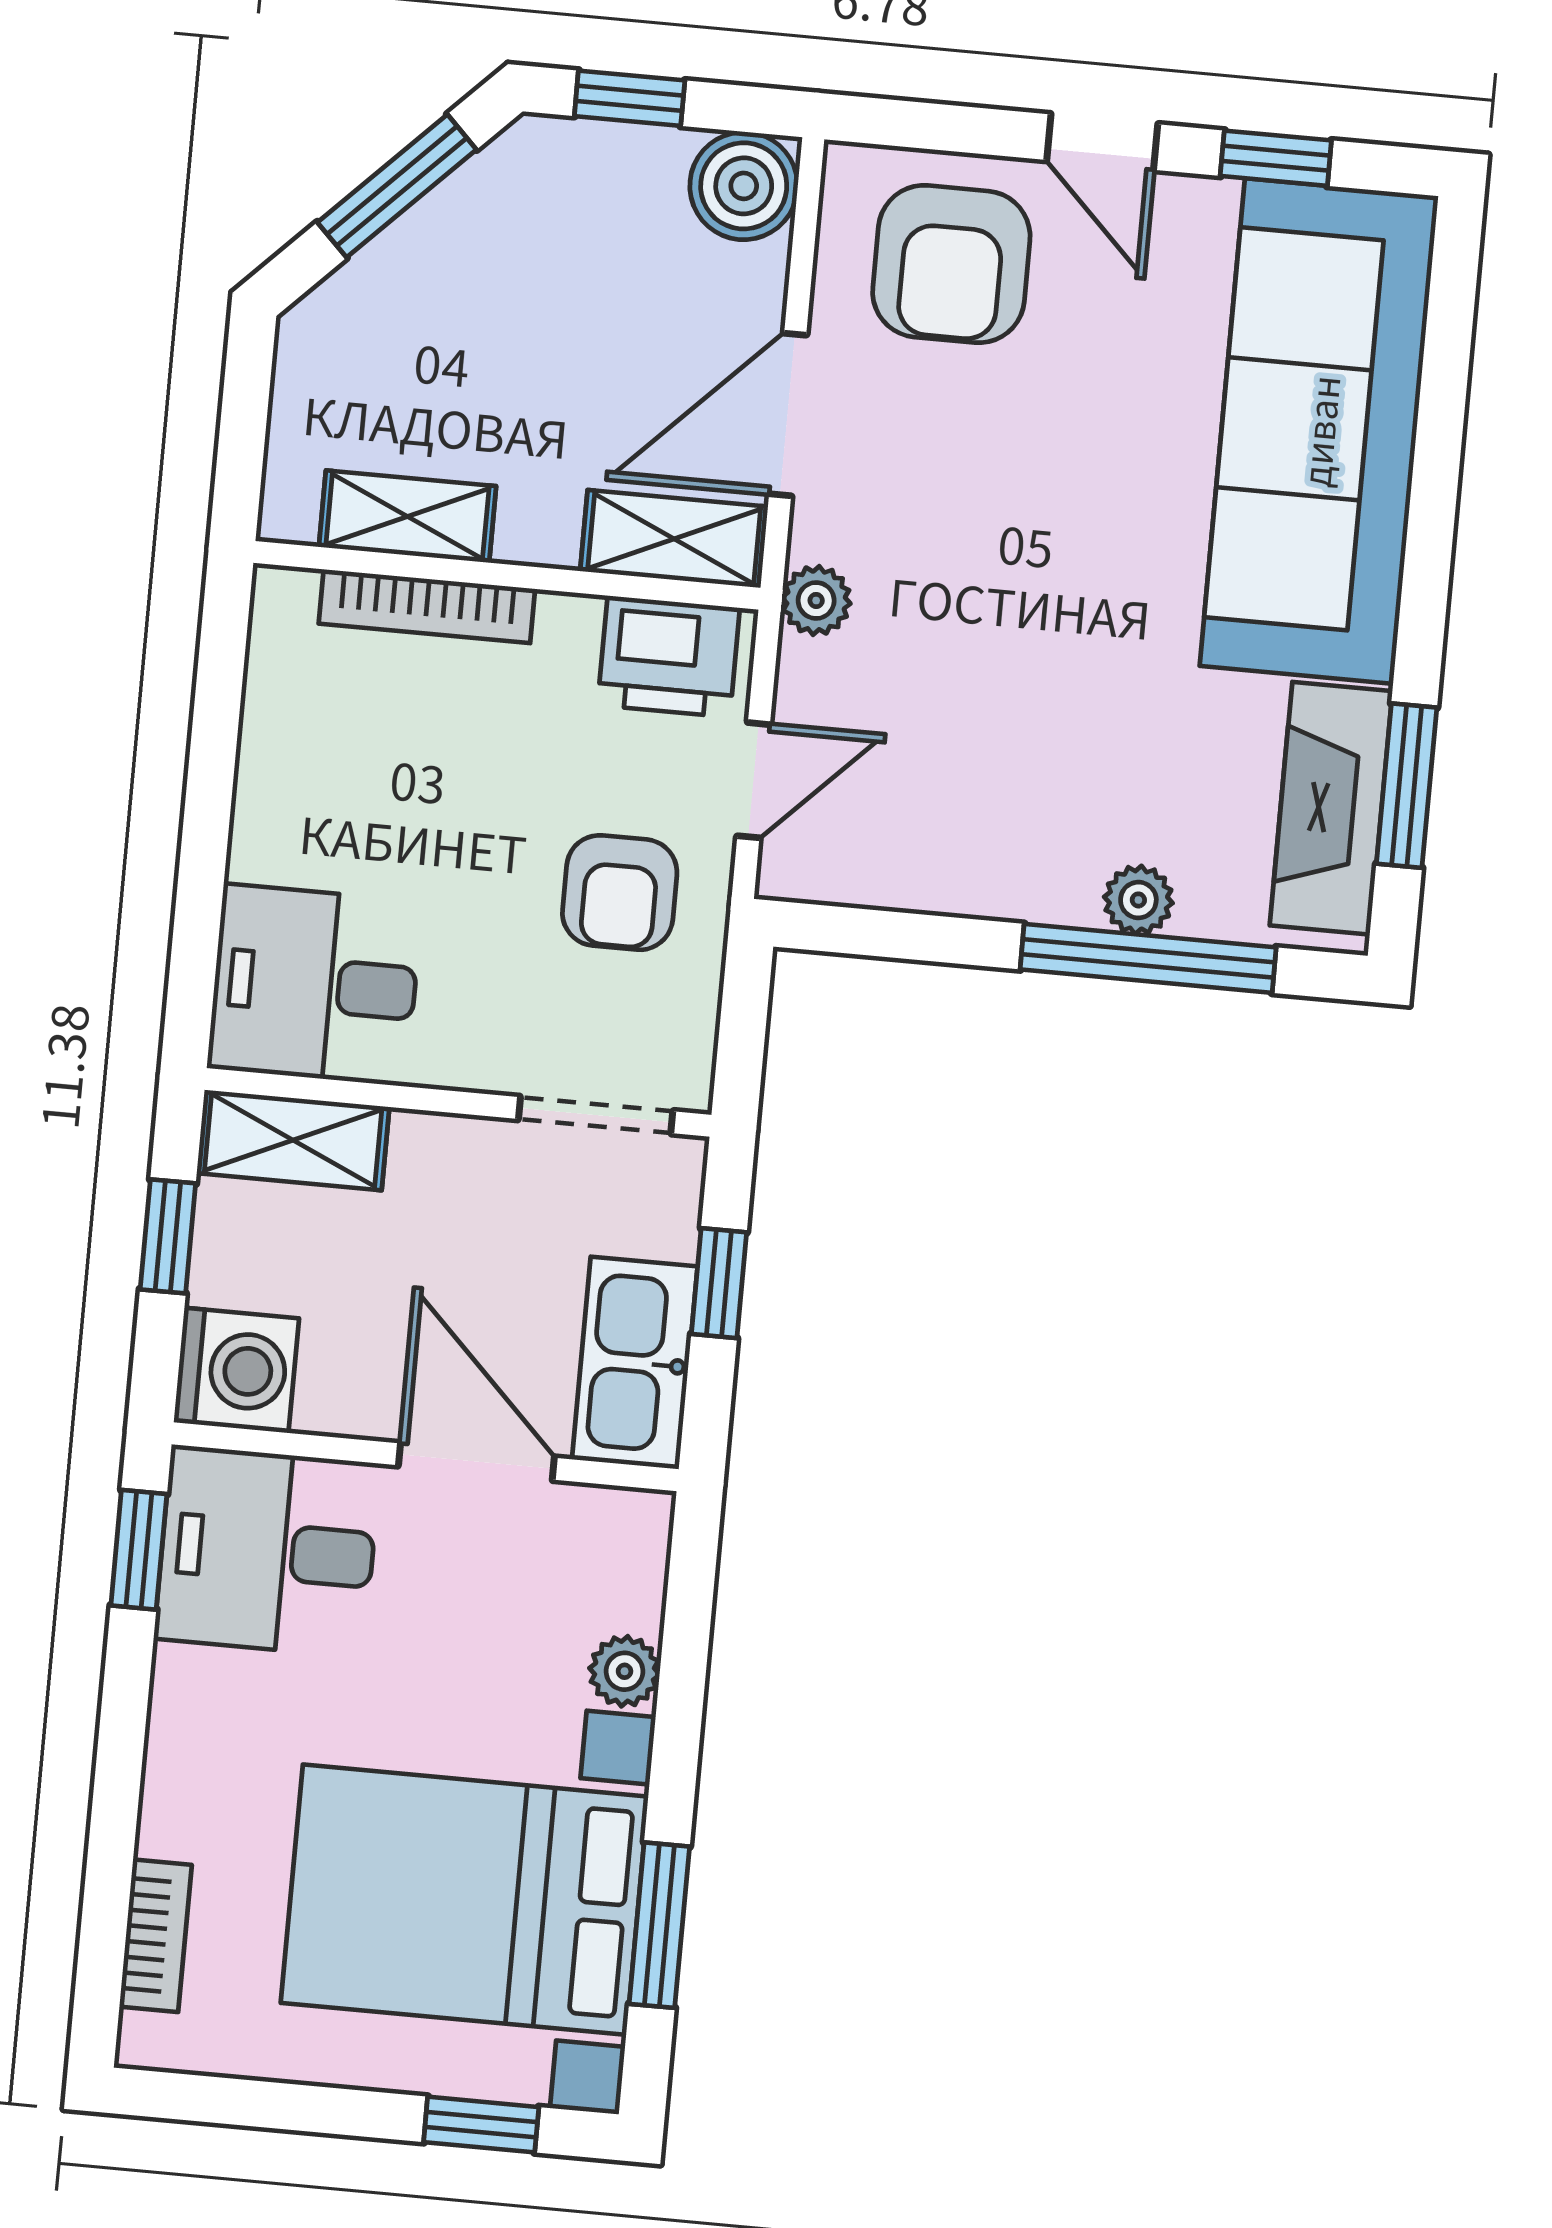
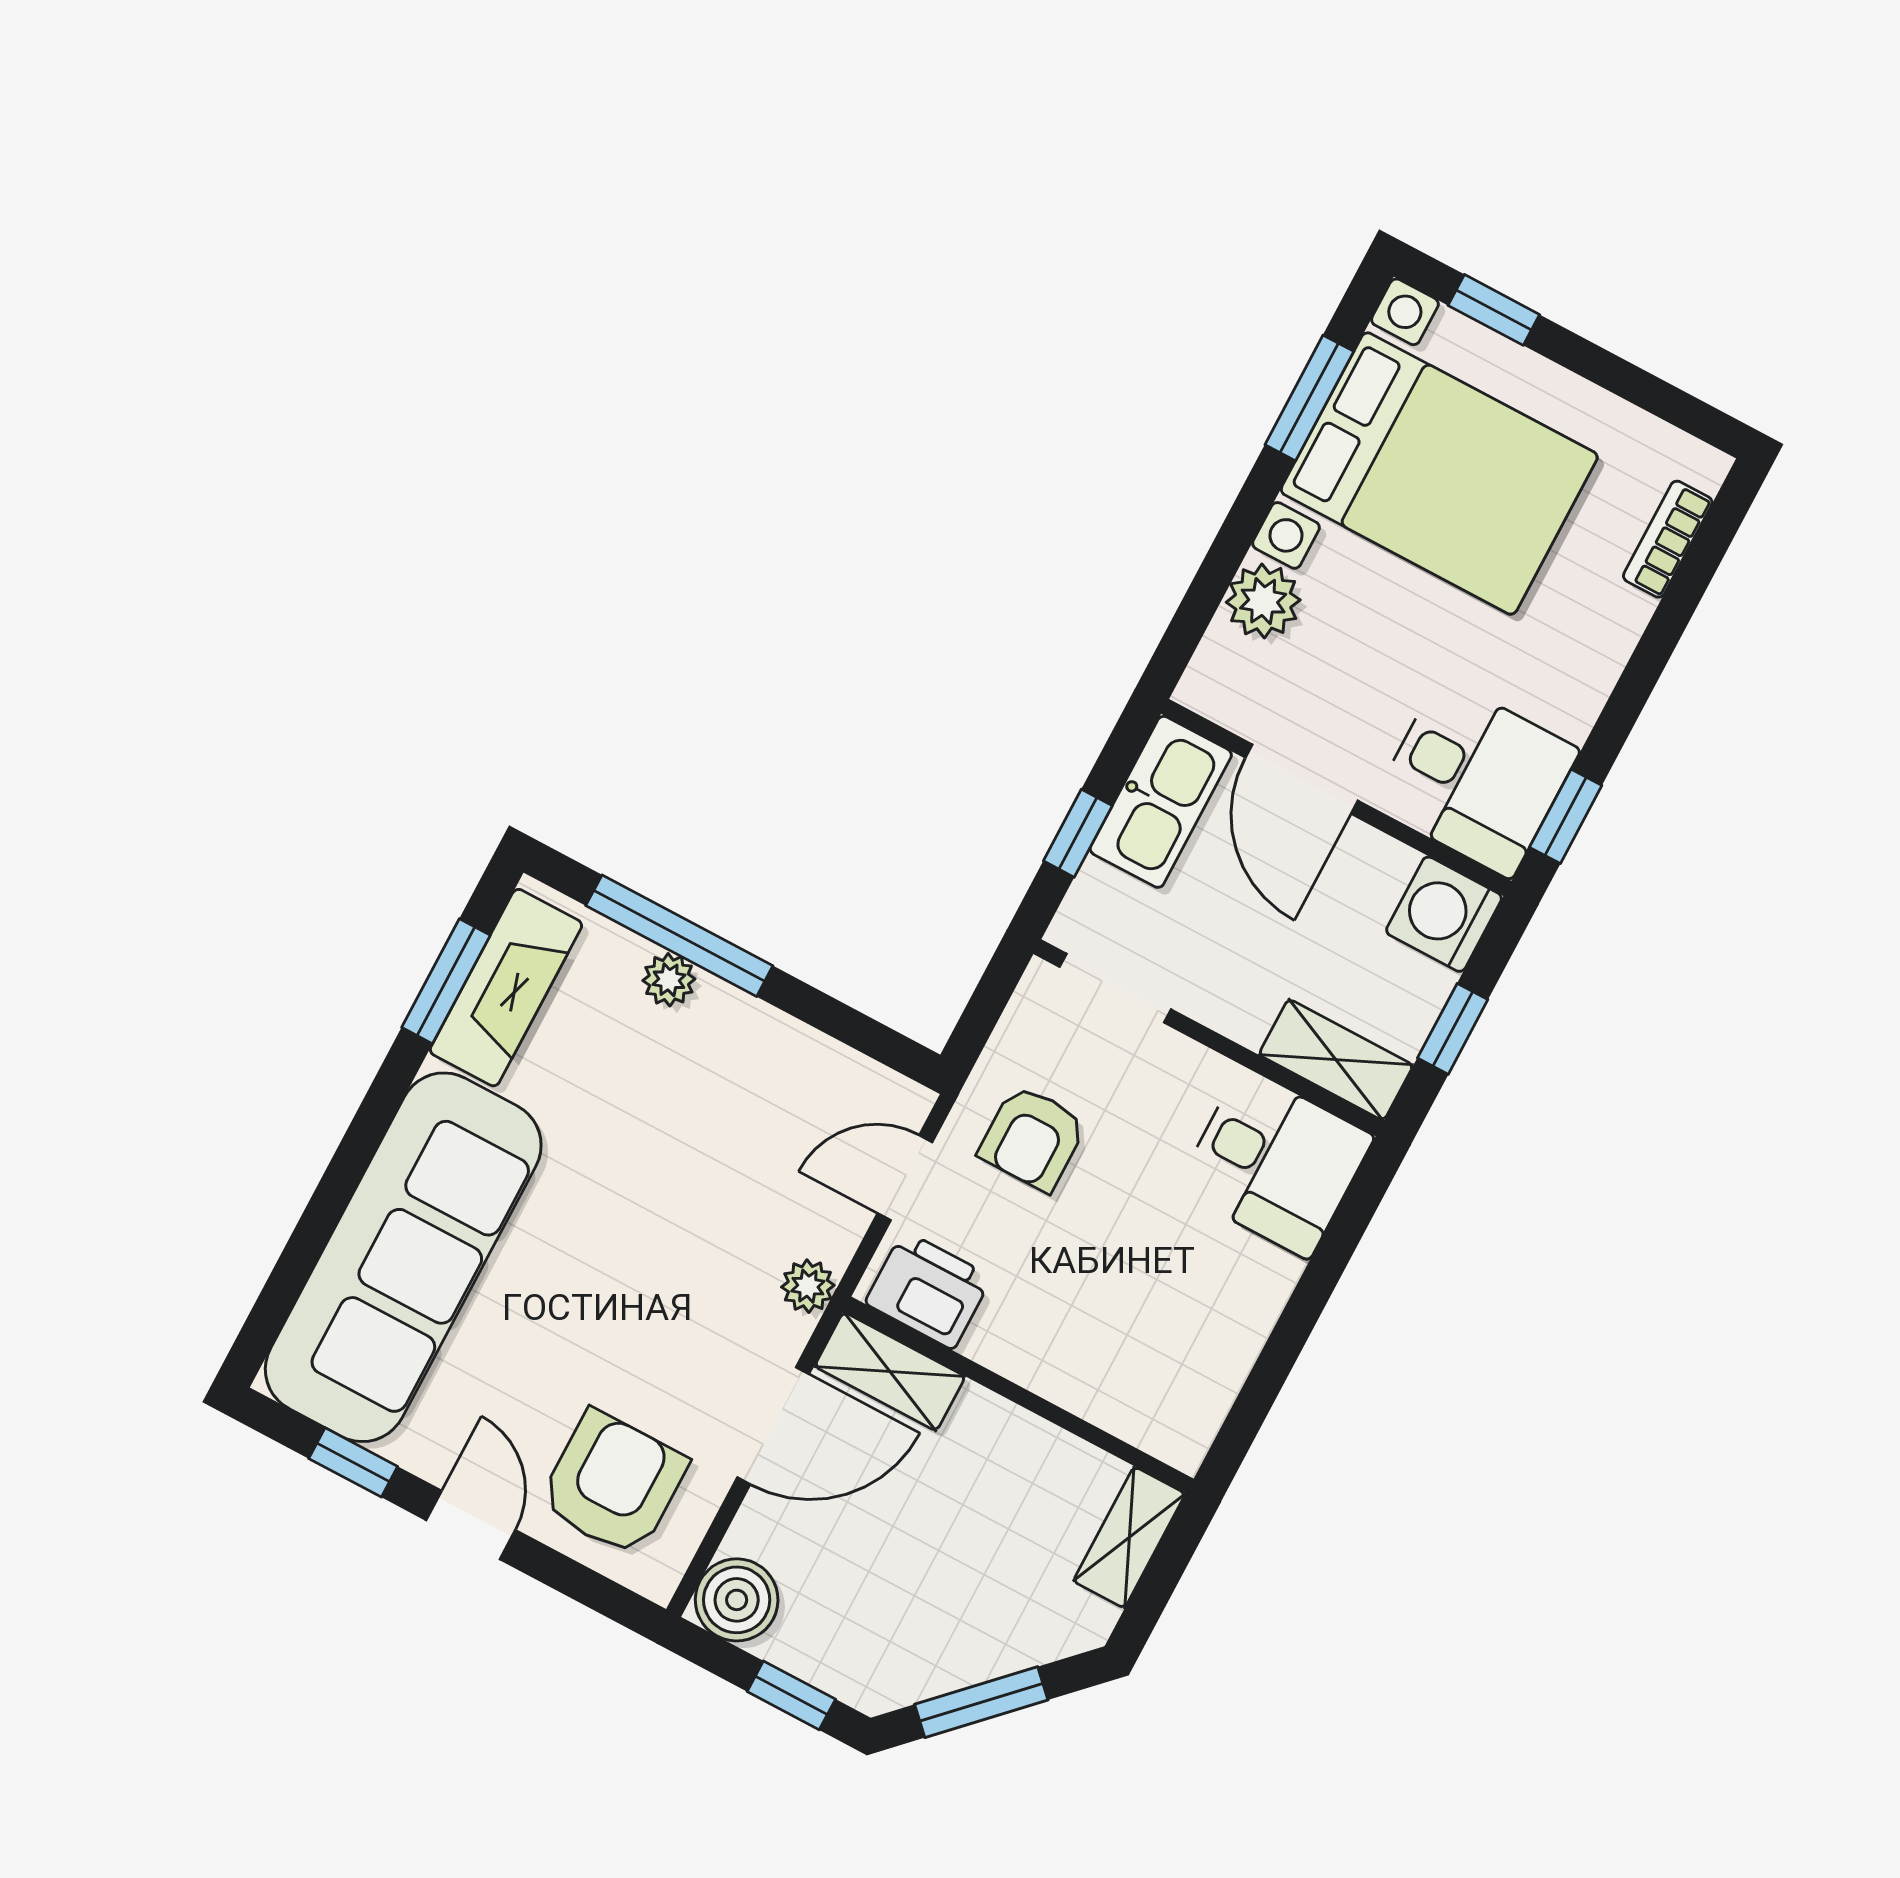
shelving: (407, 517) -> (1129, 1537), moved, turned 90
bookcase: (427, 606) -> (1084, 1397), removed
armchair: (620, 893) -> (1033, 1138), turned 180
plant: (625, 1671) -> (1263, 601), width x1.38, depth x1.38

